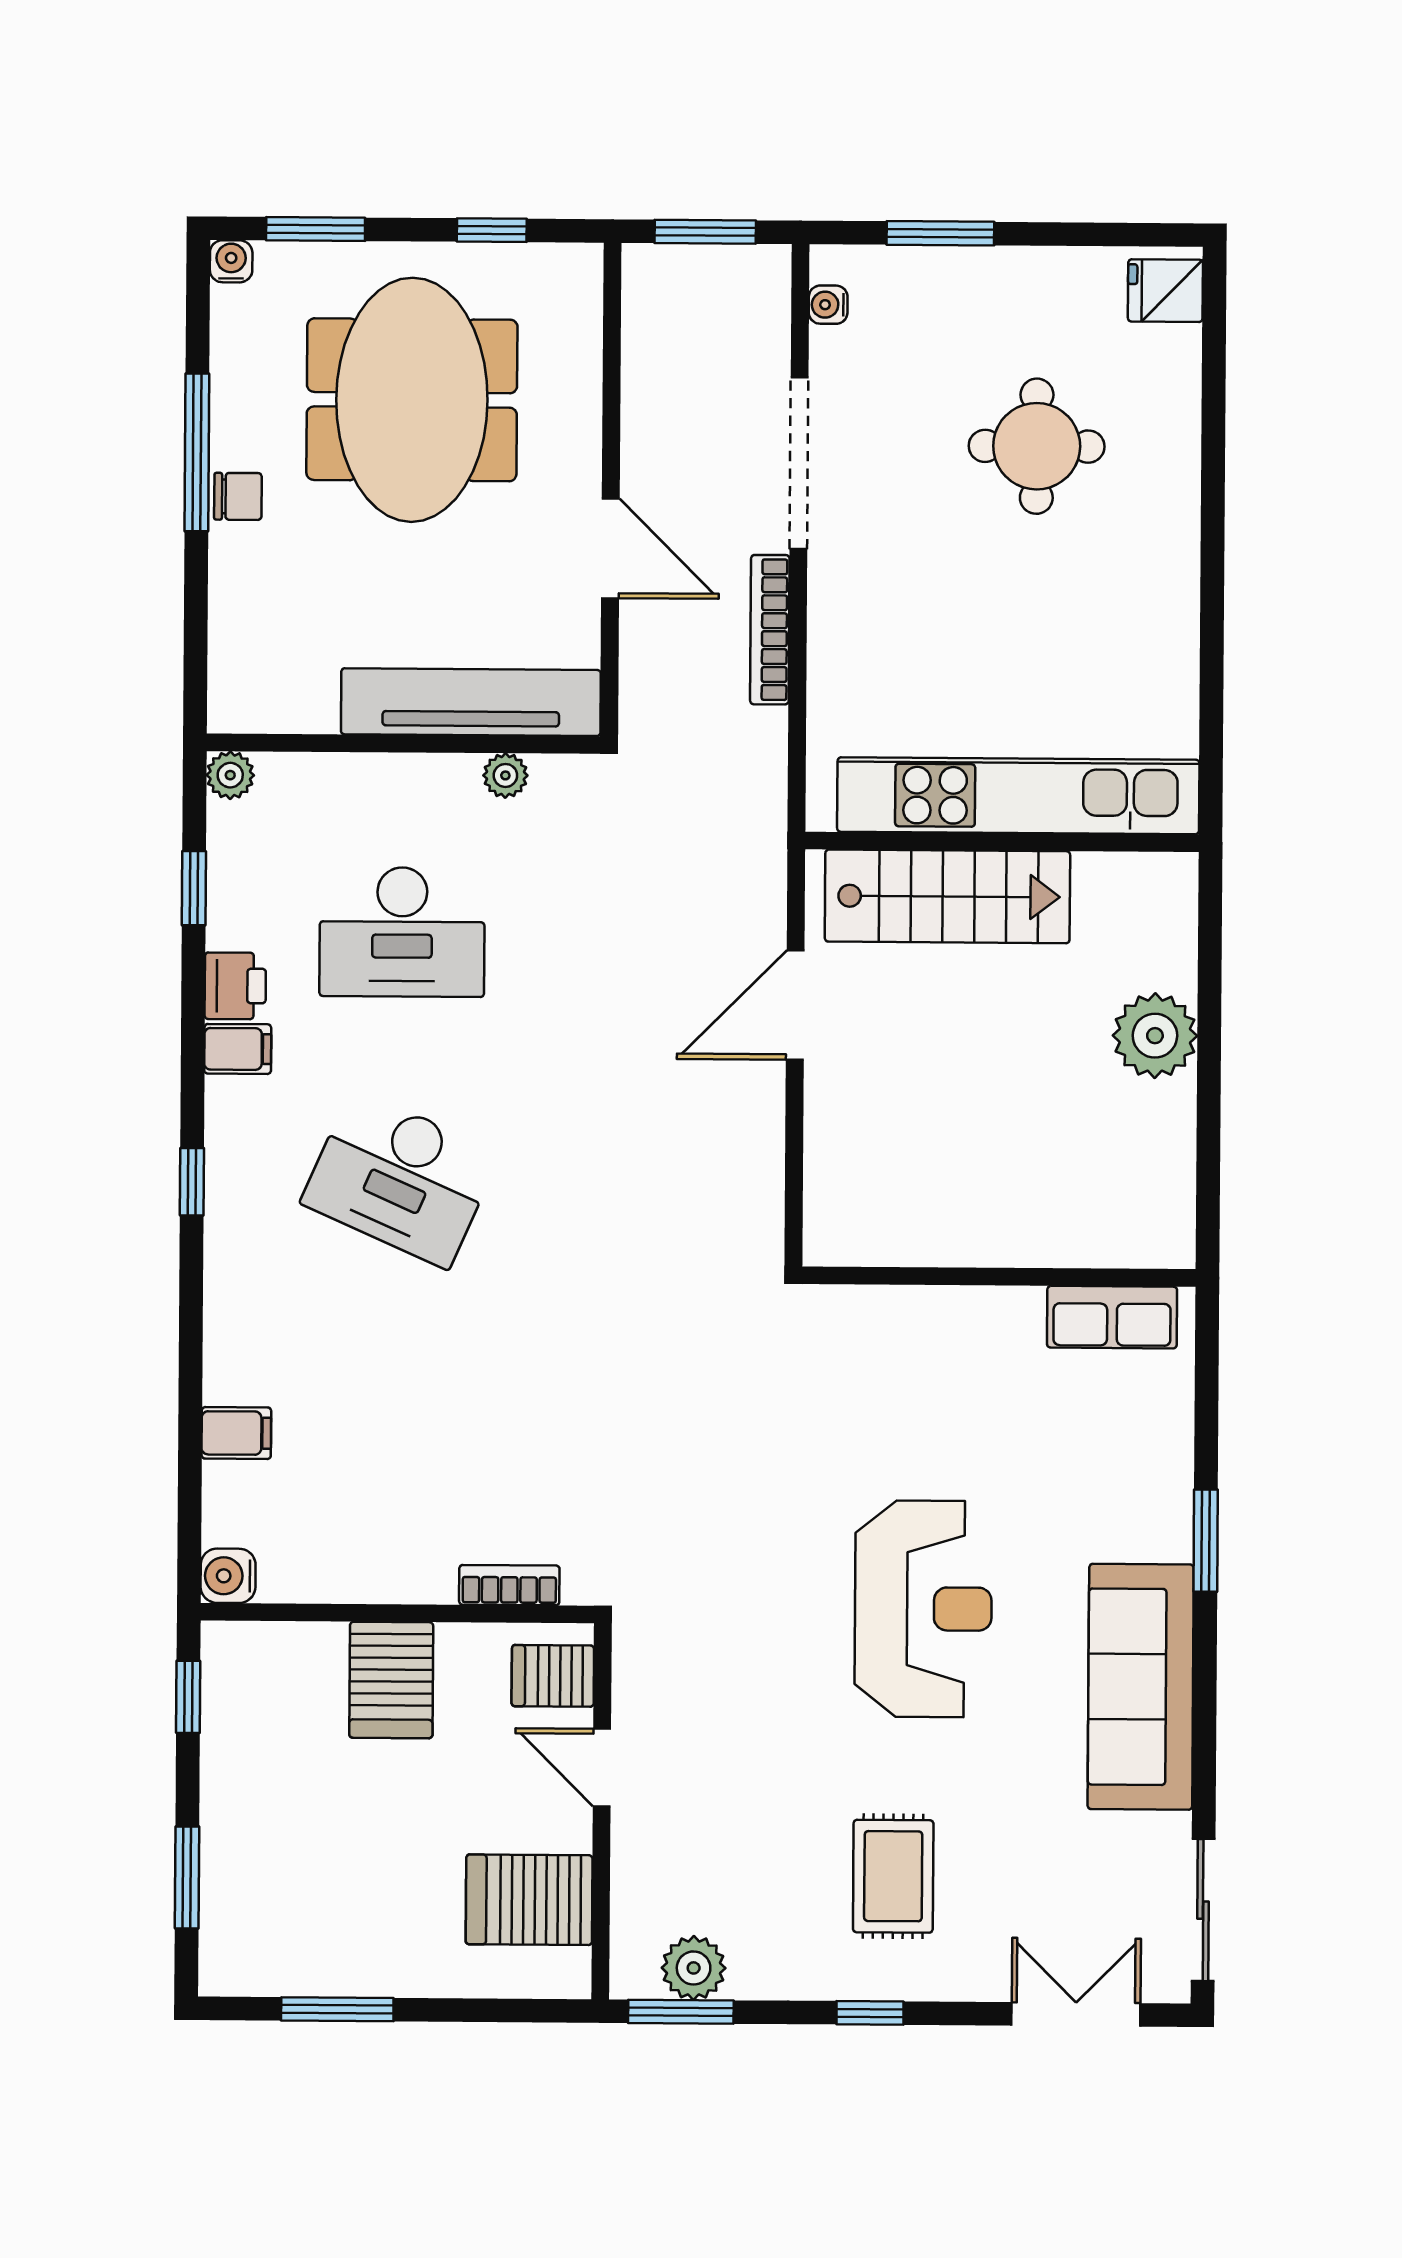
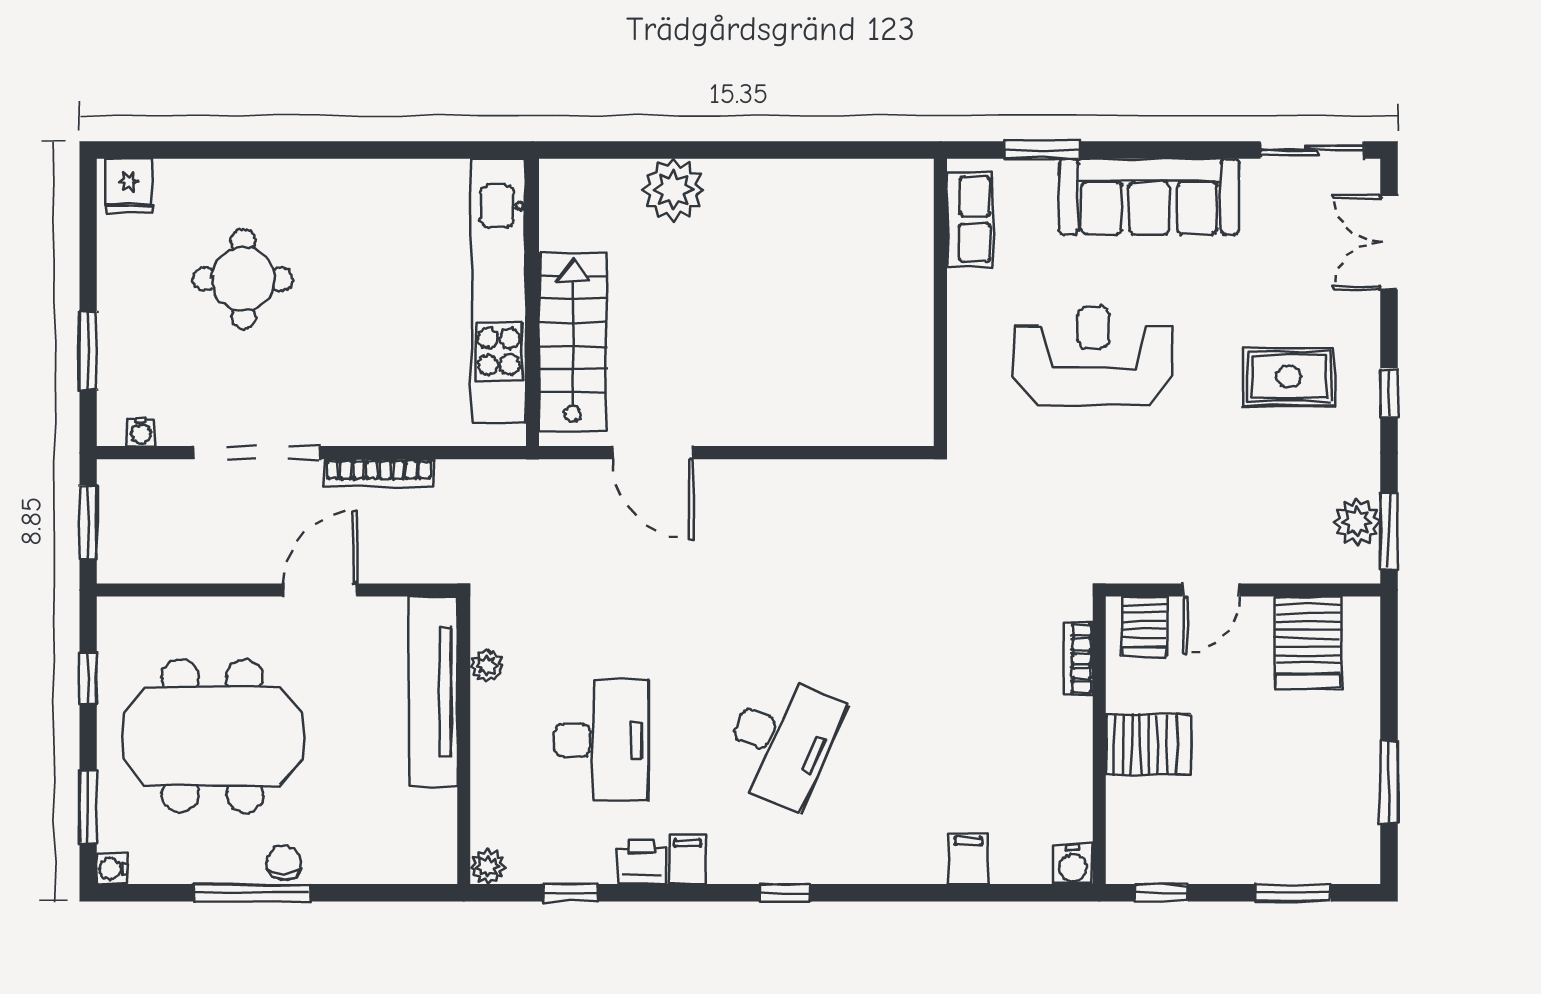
wall: (999, 1277) -> (940, 302), moved
row of seats: (1112, 1317) -> (969, 219), moved

